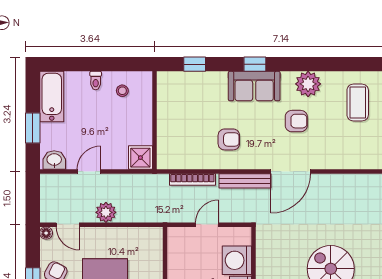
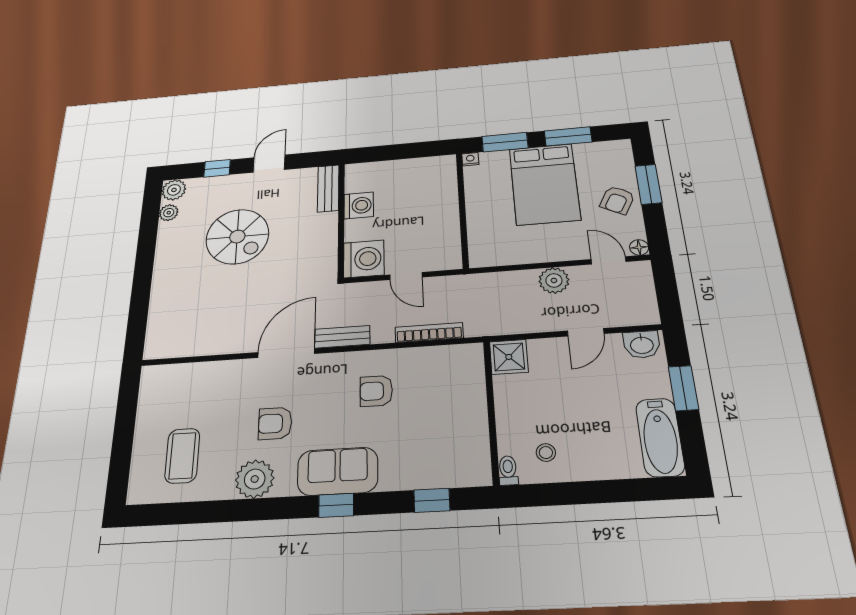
toilet: (96, 81) -> (508, 470), moved
bench: (245, 181) -> (342, 337), width x0.73
door: (207, 225) -> (406, 276), hinge flipped
washing machine: (237, 260) -> (364, 259), moved

